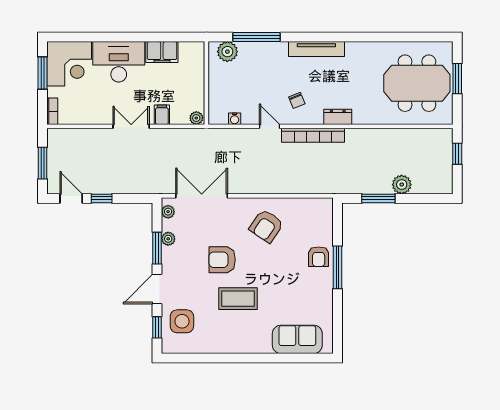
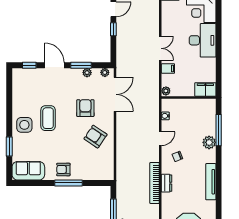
tv unit: (316, 49) -> (211, 182), moved
filing cabinet: (162, 52) -> (205, 89), moved, turned 90
plant: (227, 52) -> (209, 142), moved
bookcase: (313, 135) -> (155, 183), moved
armchair: (319, 257) -> (63, 169), moved
armchair: (222, 260) -> (85, 108), moved
side table: (182, 321) -> (24, 125), moved
sofa: (297, 339) -> (28, 171), moved, turned -90
window: (282, 358) -> (9, 147), added

